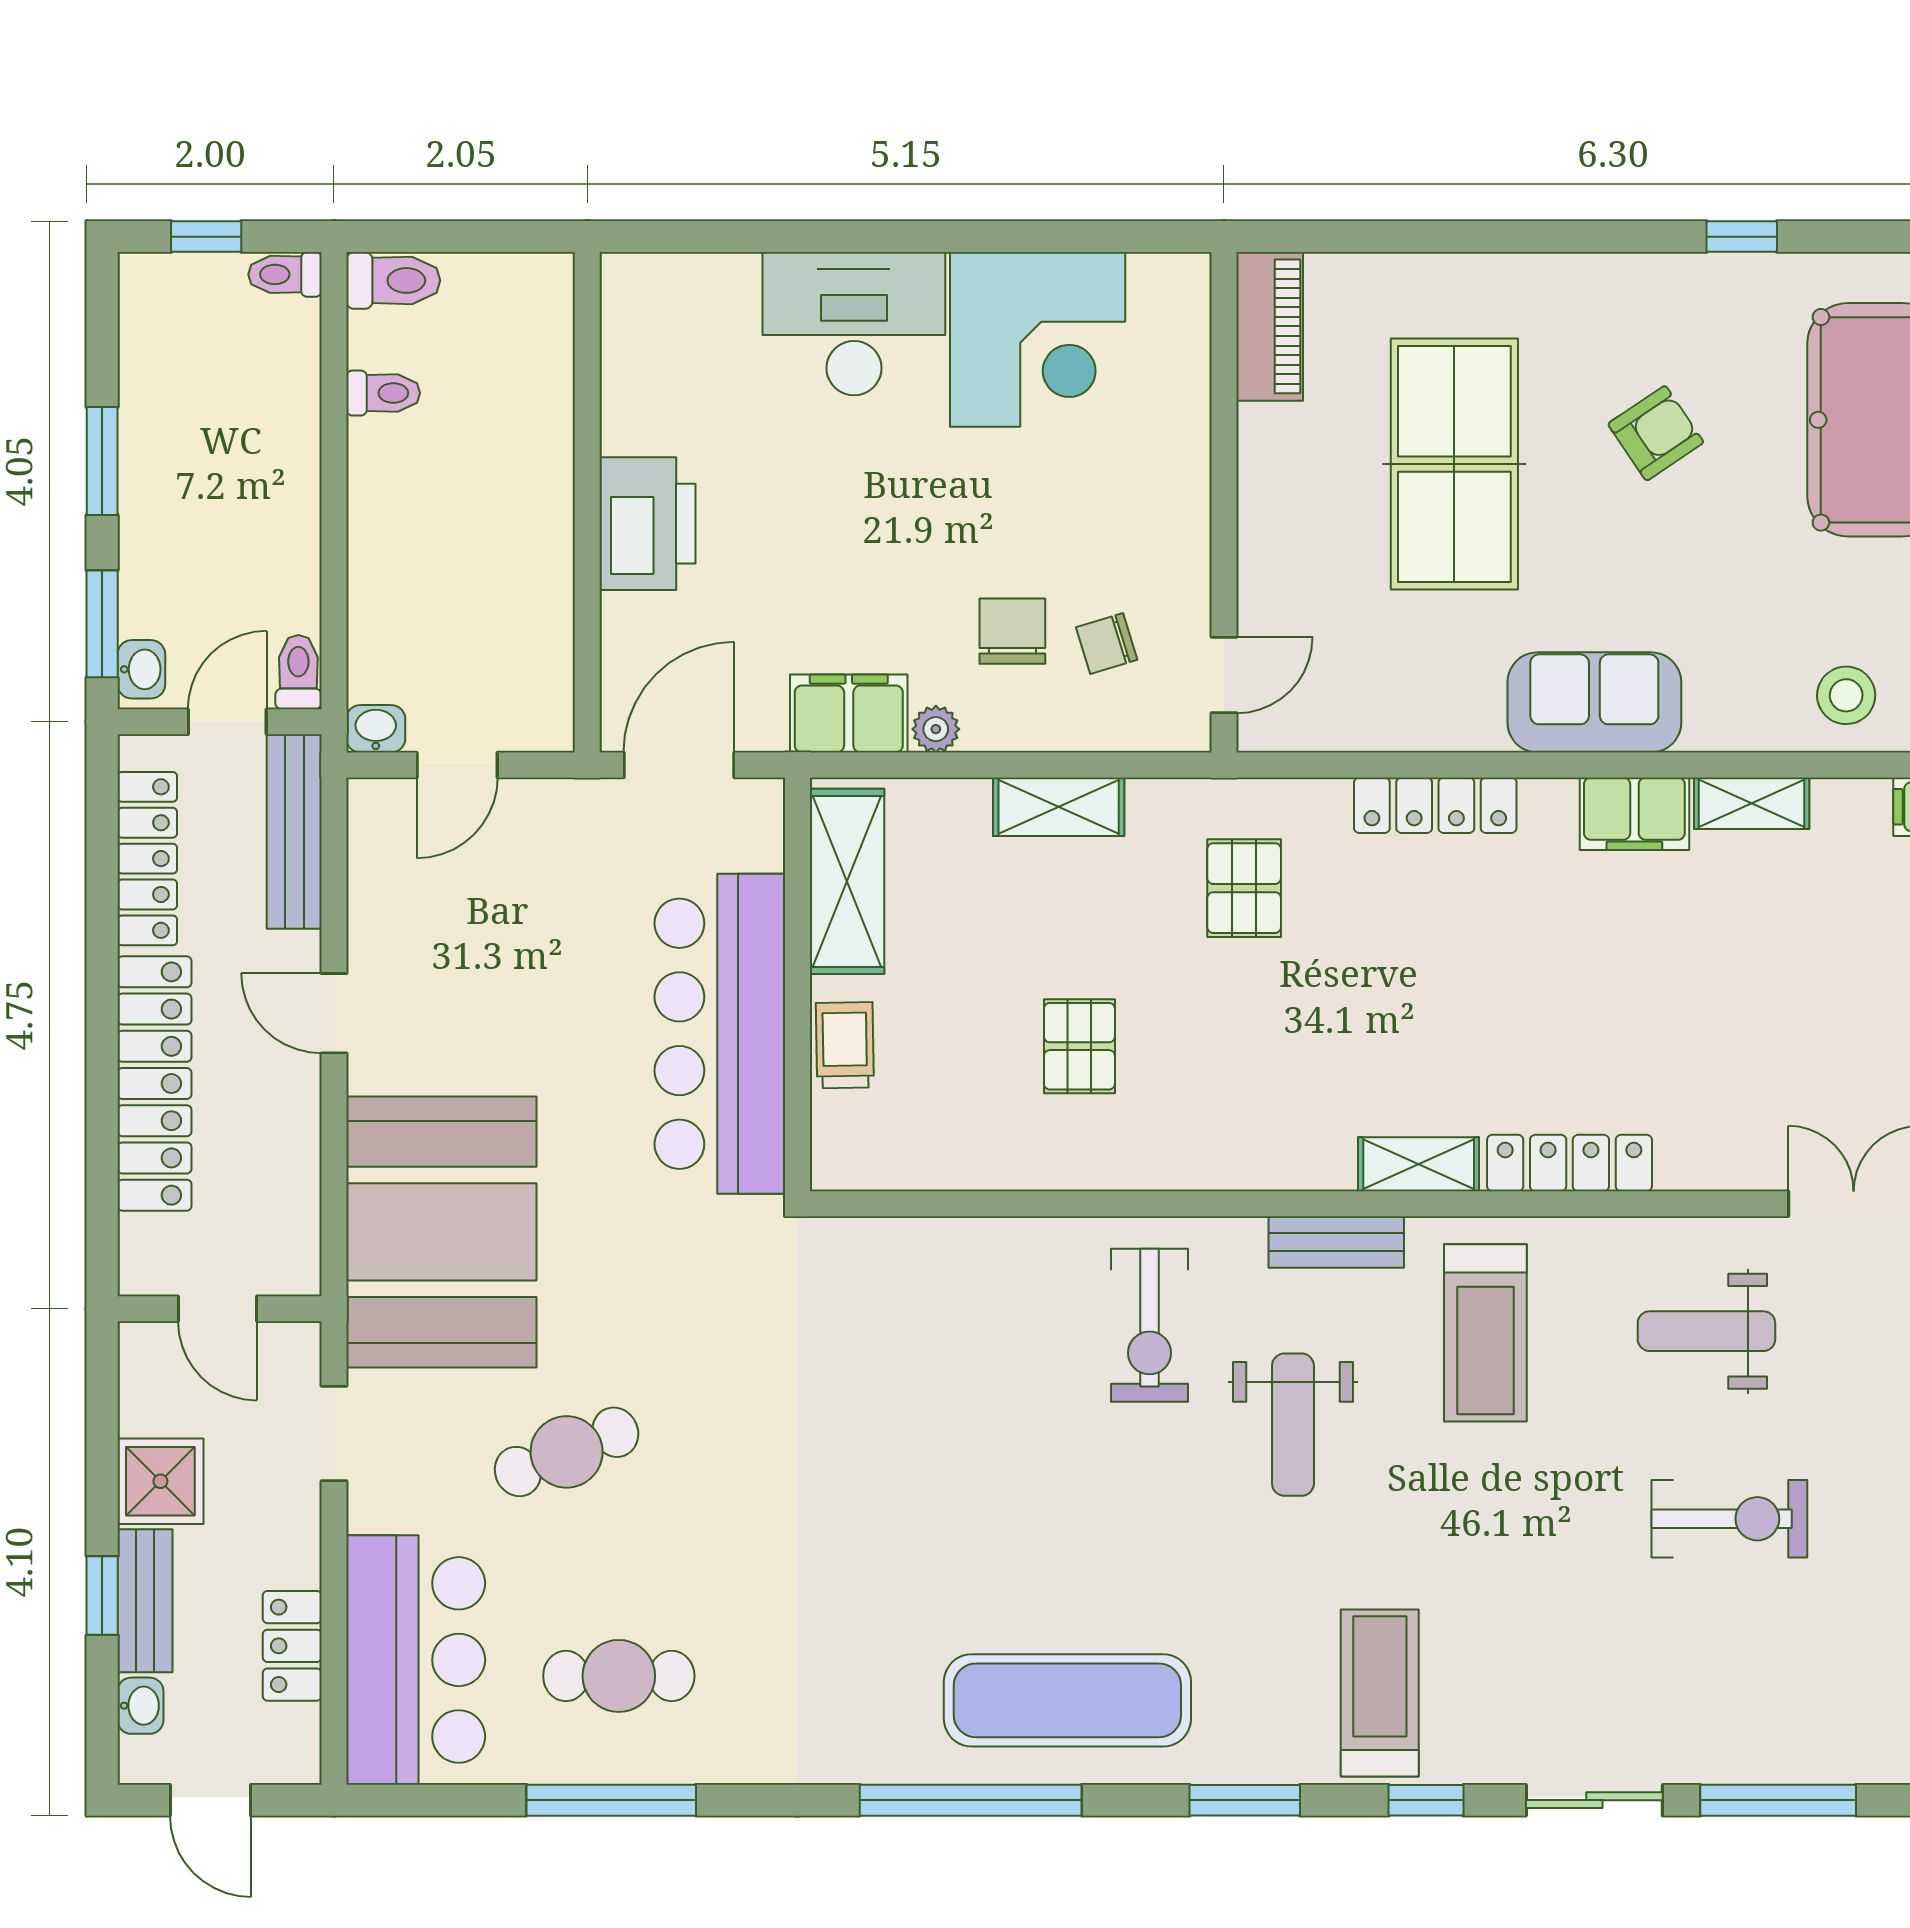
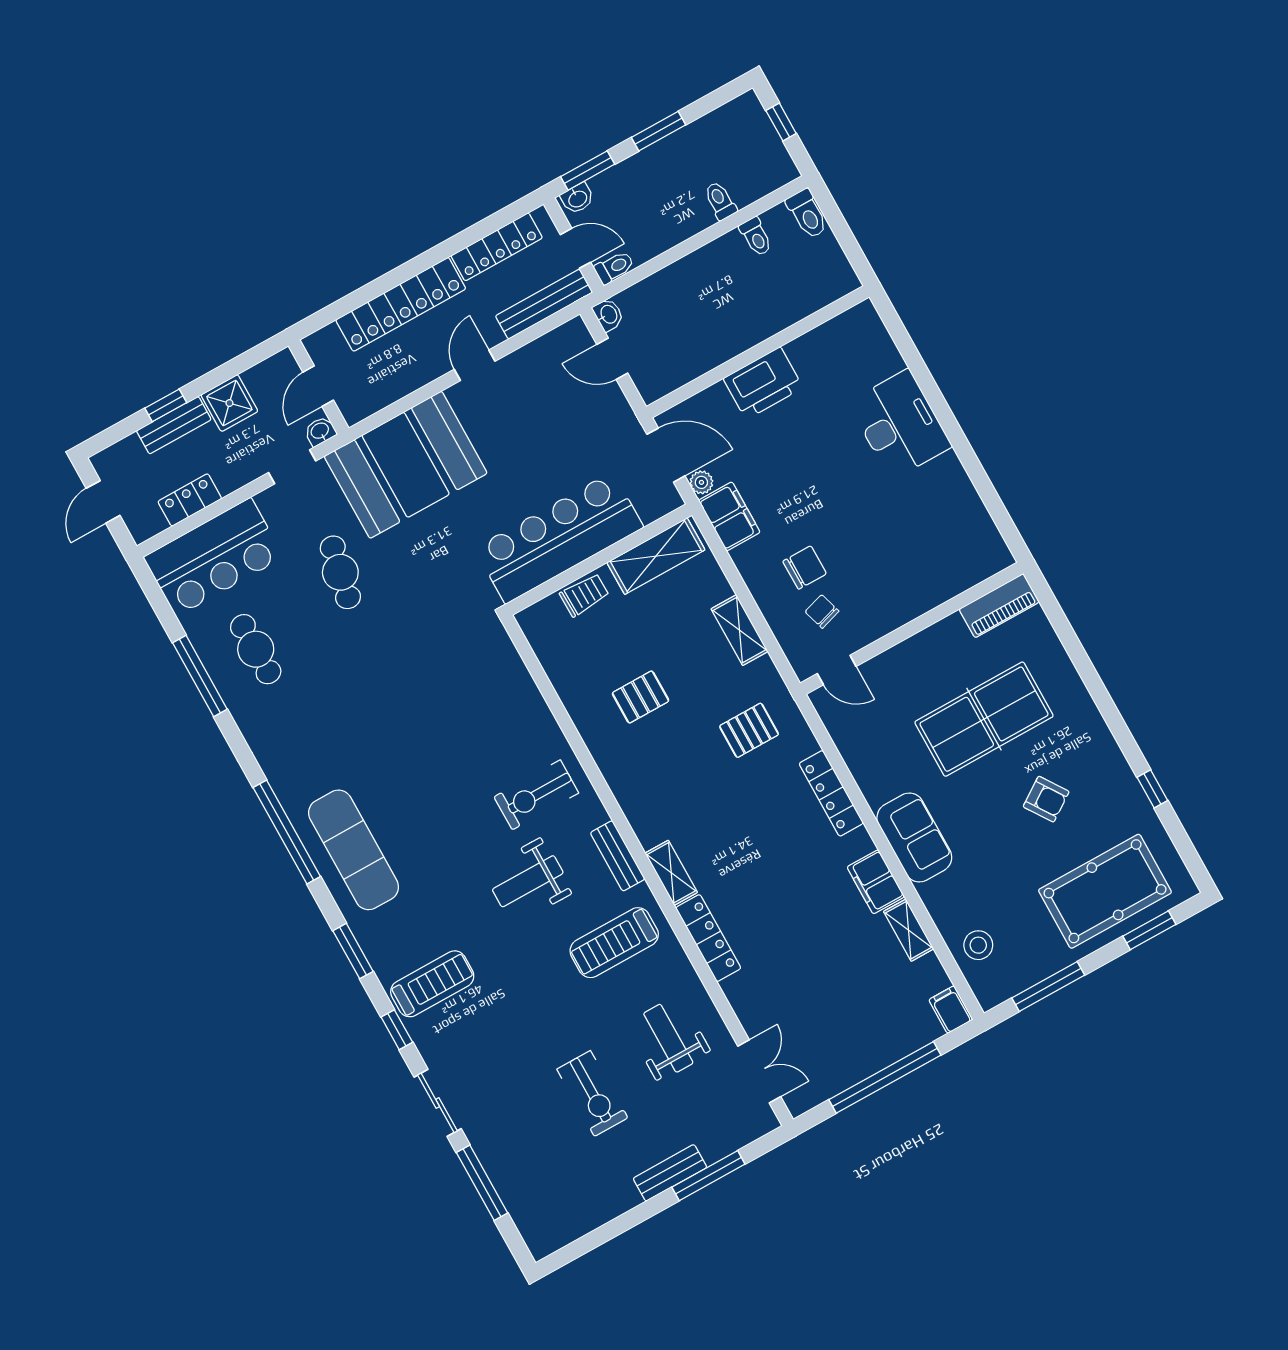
toilet: (285, 274) -> (720, 201), moved
corner desk: (1038, 339) -> (937, 508), removed
plant: (936, 729) -> (701, 482), moved
cafe table: (567, 1452) -> (340, 572), turned 34
washbasin: (140, 1706) -> (320, 431), moved, turned 180

